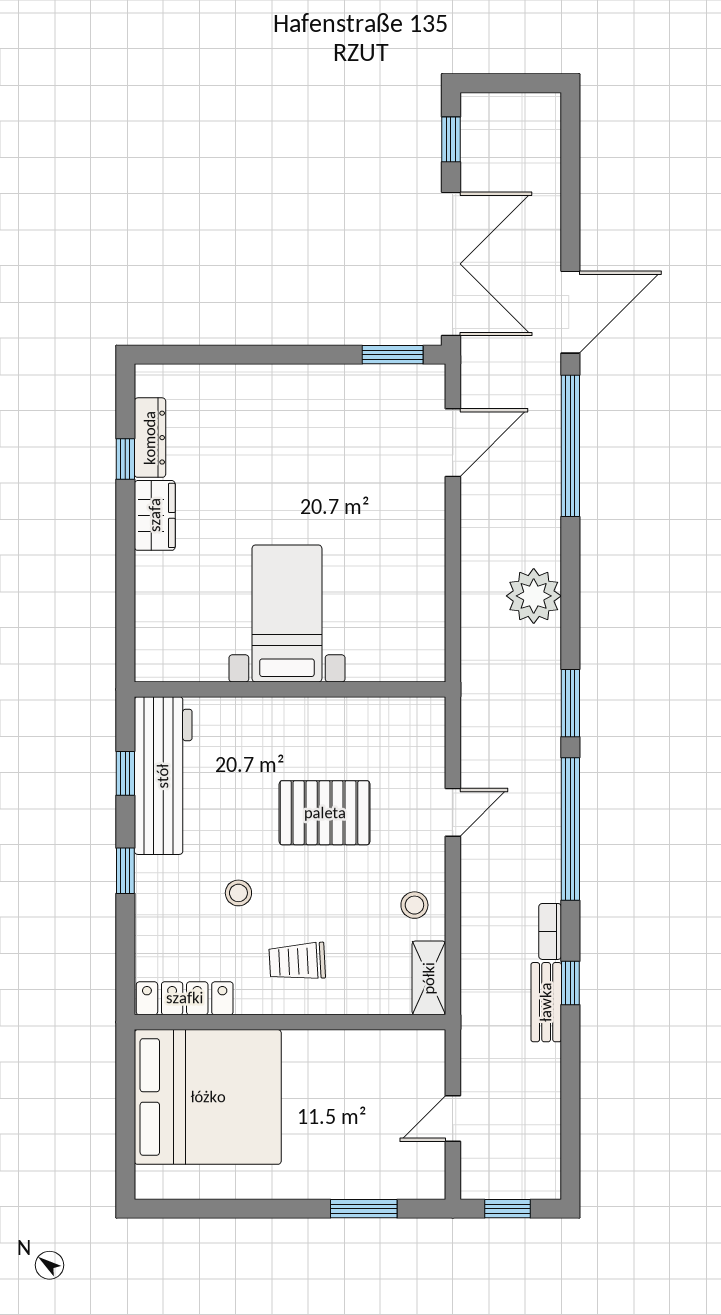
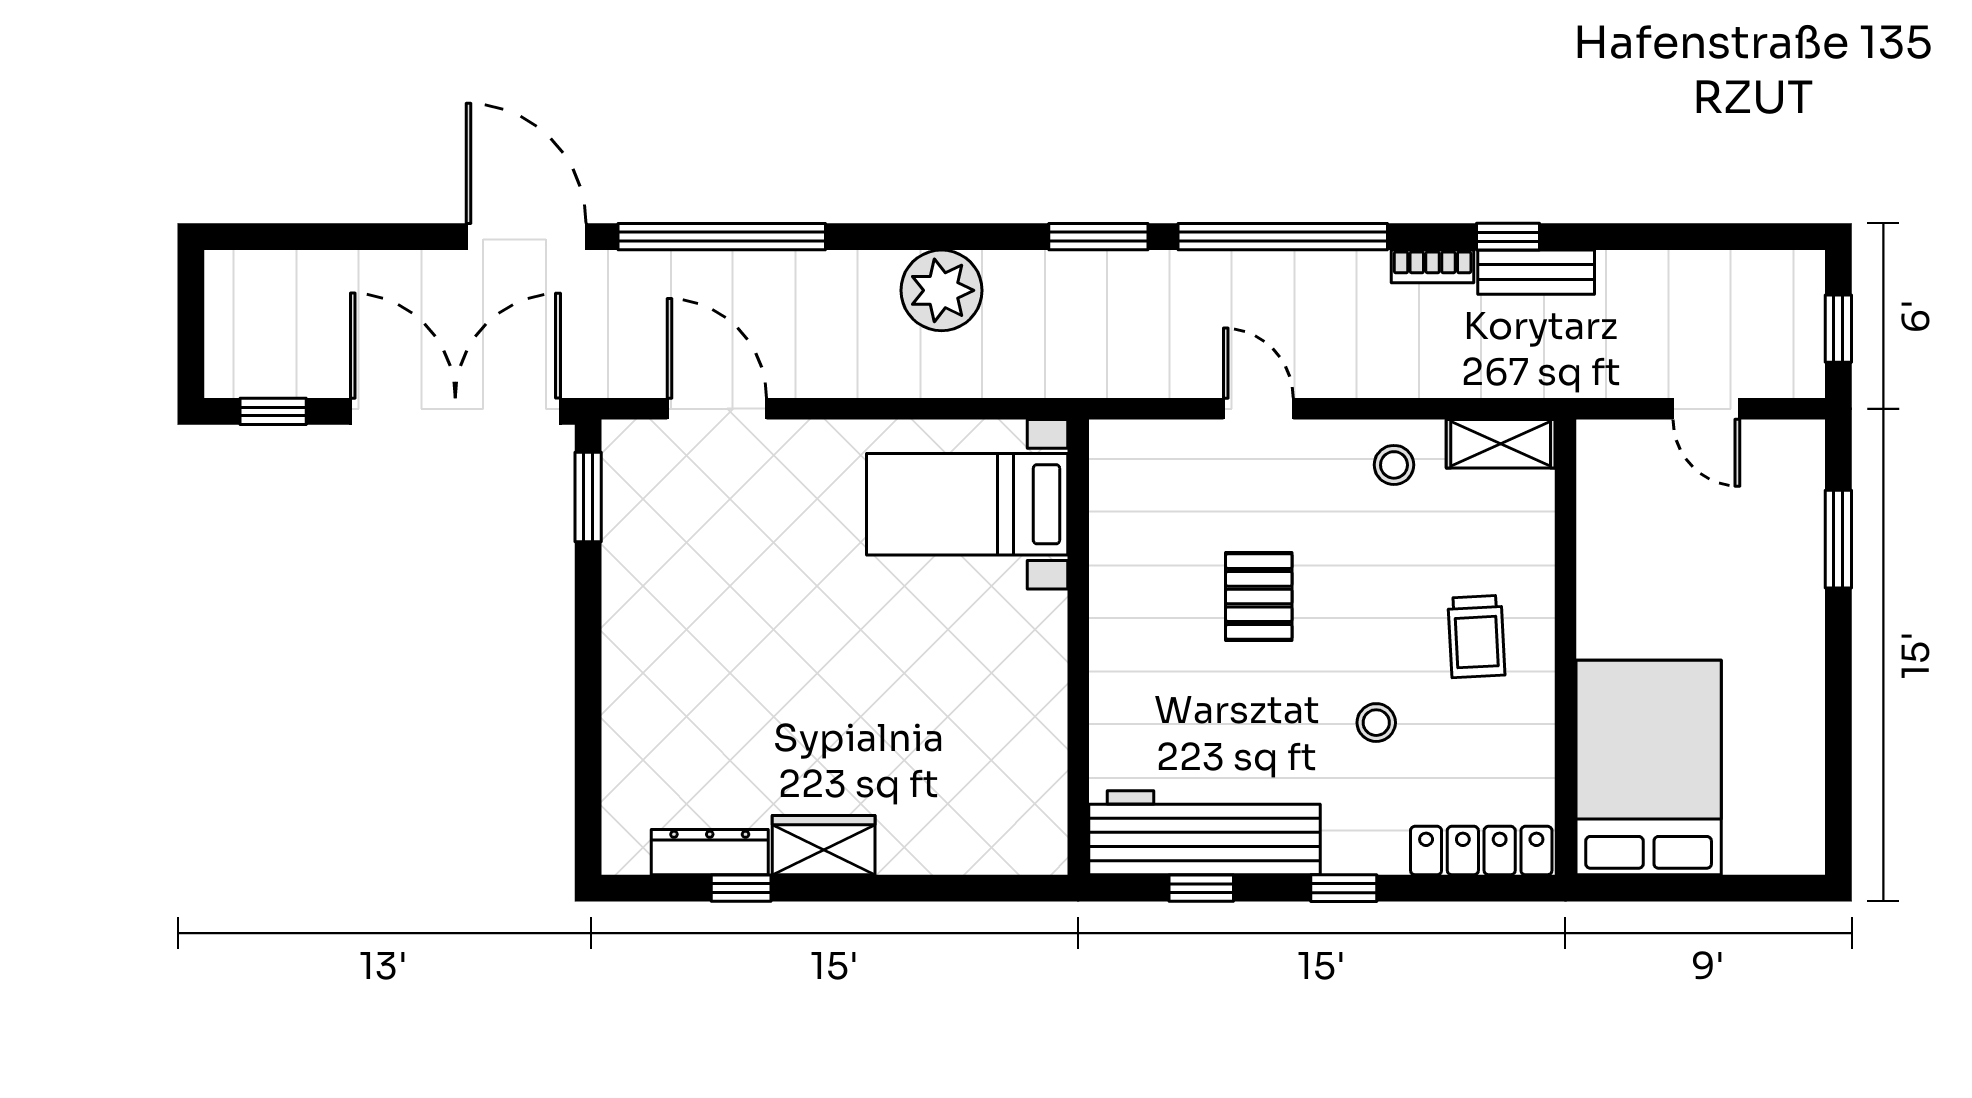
bed with nightstands: (287, 613) -> (967, 504), moved
pallet: (325, 813) -> (1259, 597), width x0.67, depth x0.71
locker: (185, 998) -> (1481, 851), moved, turned 90
bed: (208, 1097) -> (1649, 768), width x0.73

